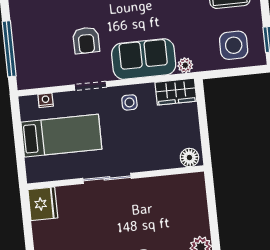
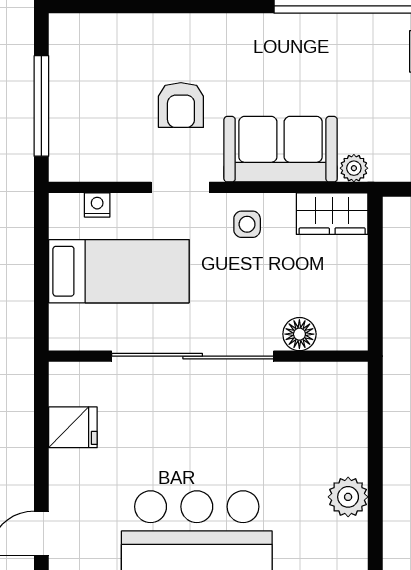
floor lamp: (189, 158) -> (299, 334), moved
sliding door: (107, 178) -> (193, 356), width x1.86
fridge: (43, 204) -> (73, 427), moved, width x0.72

